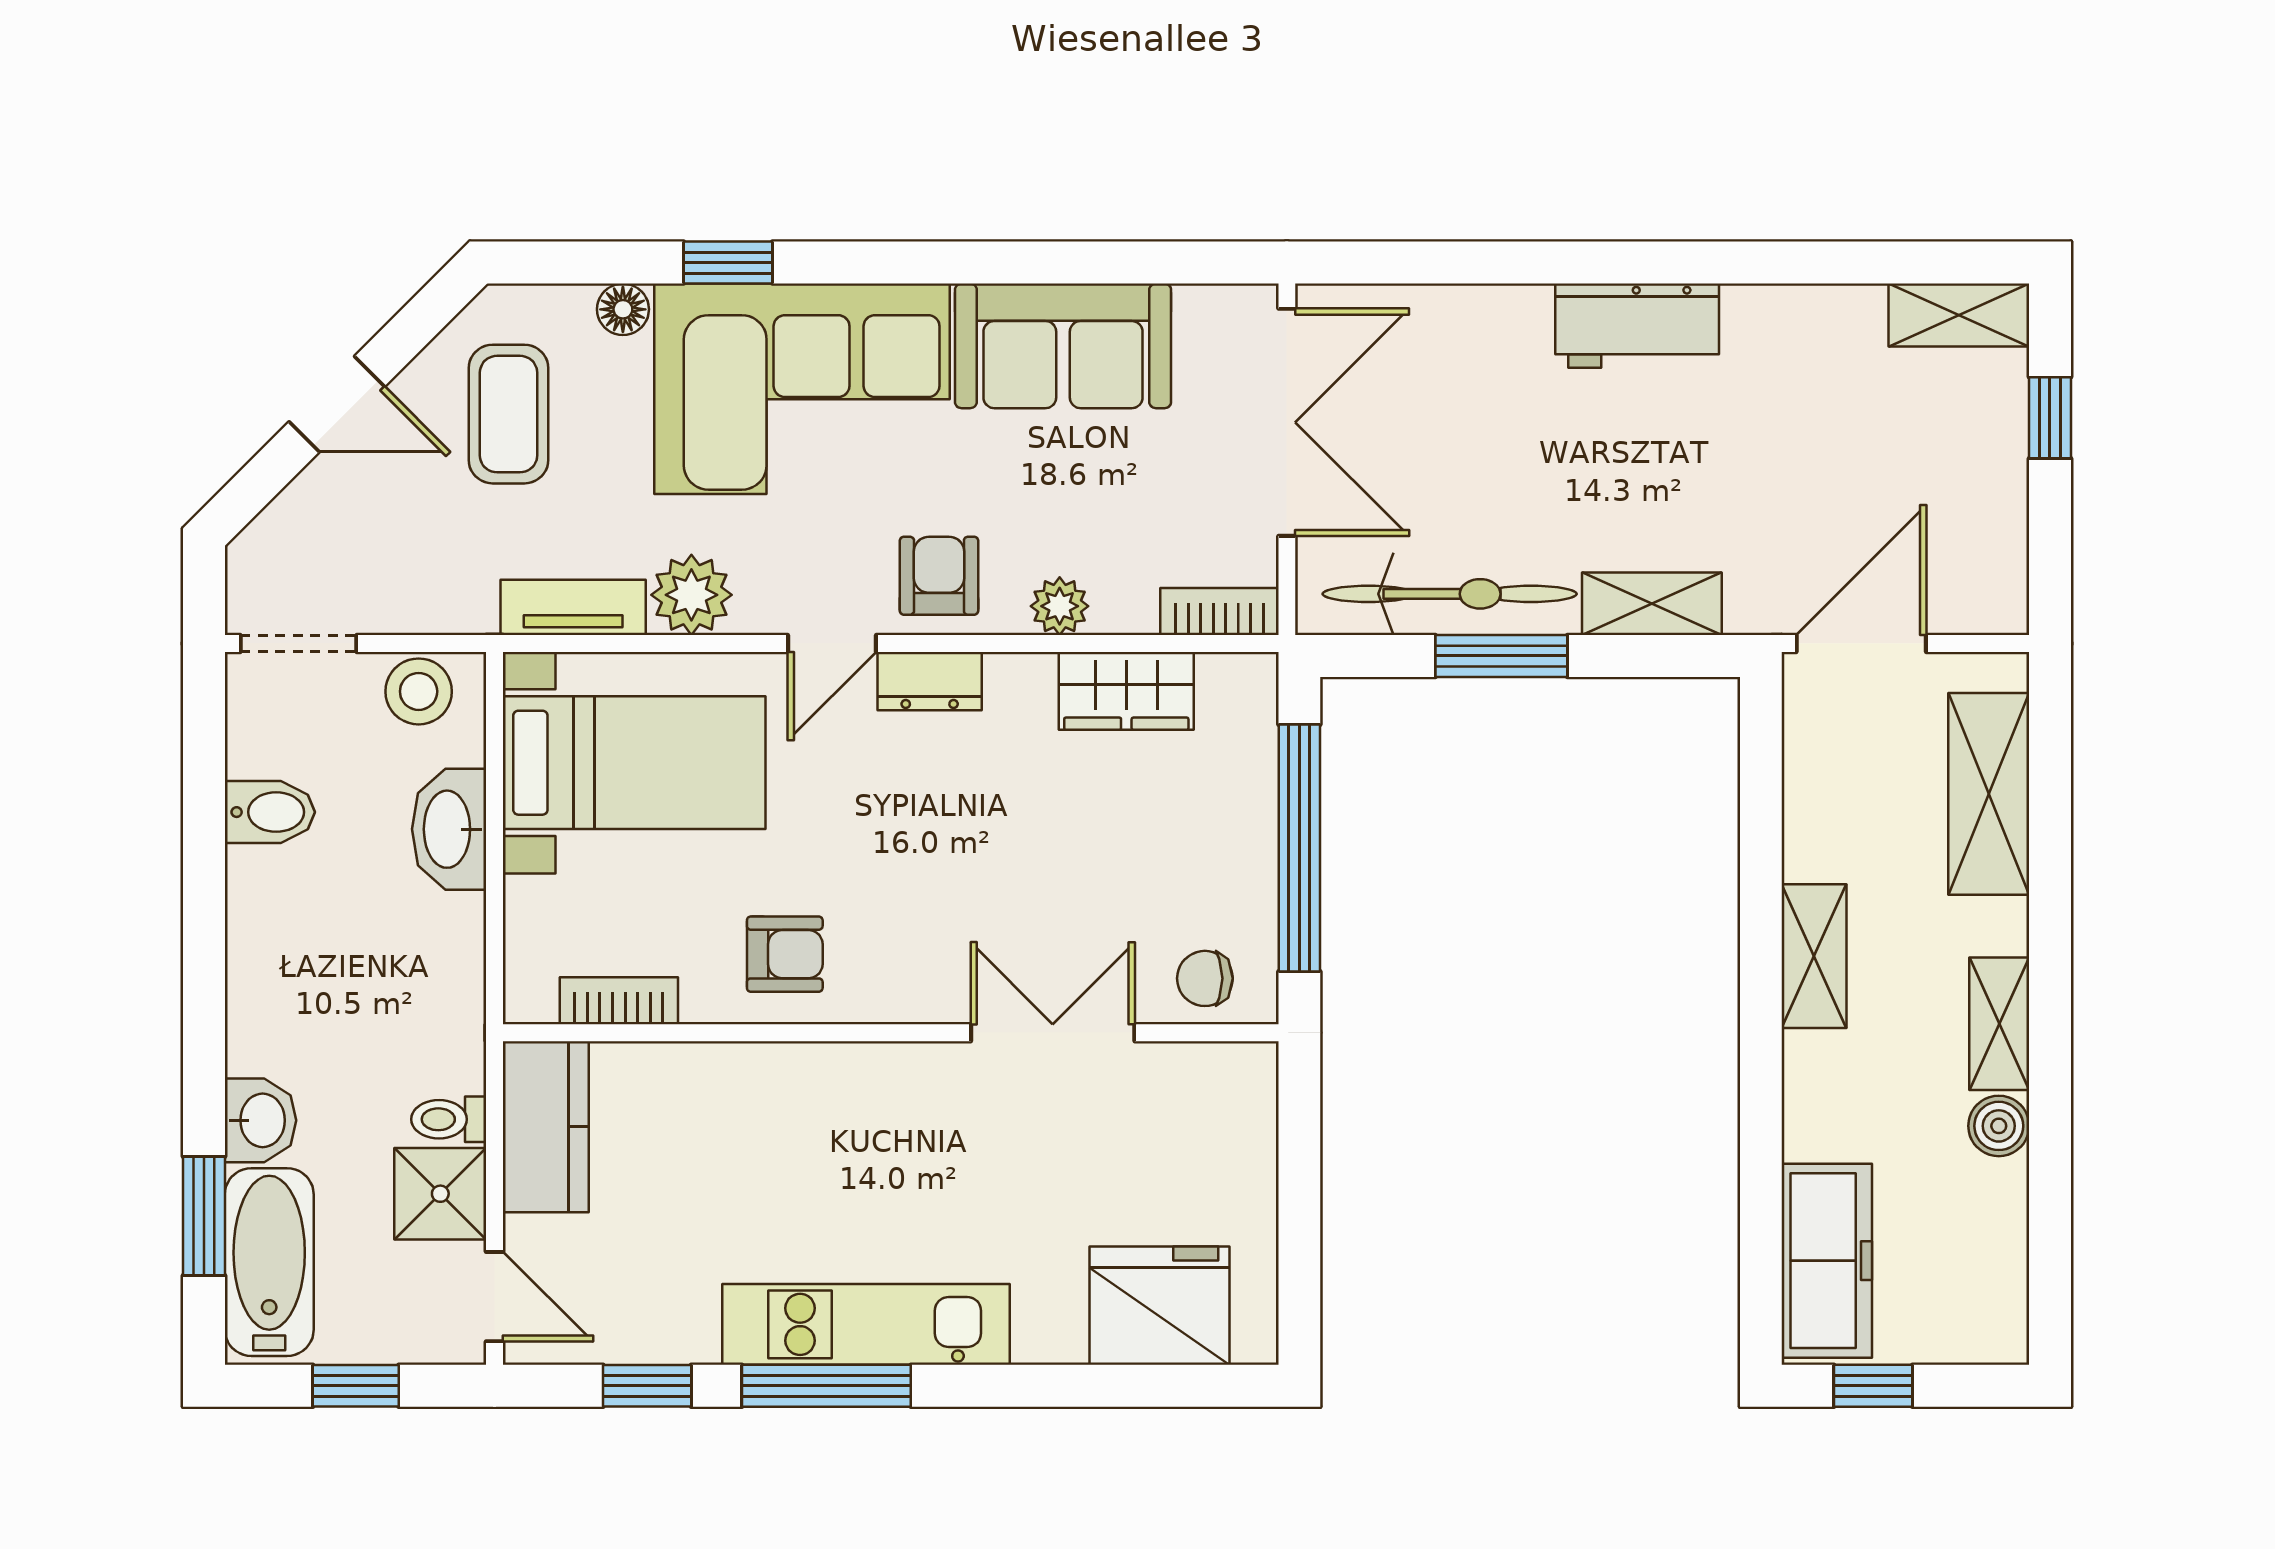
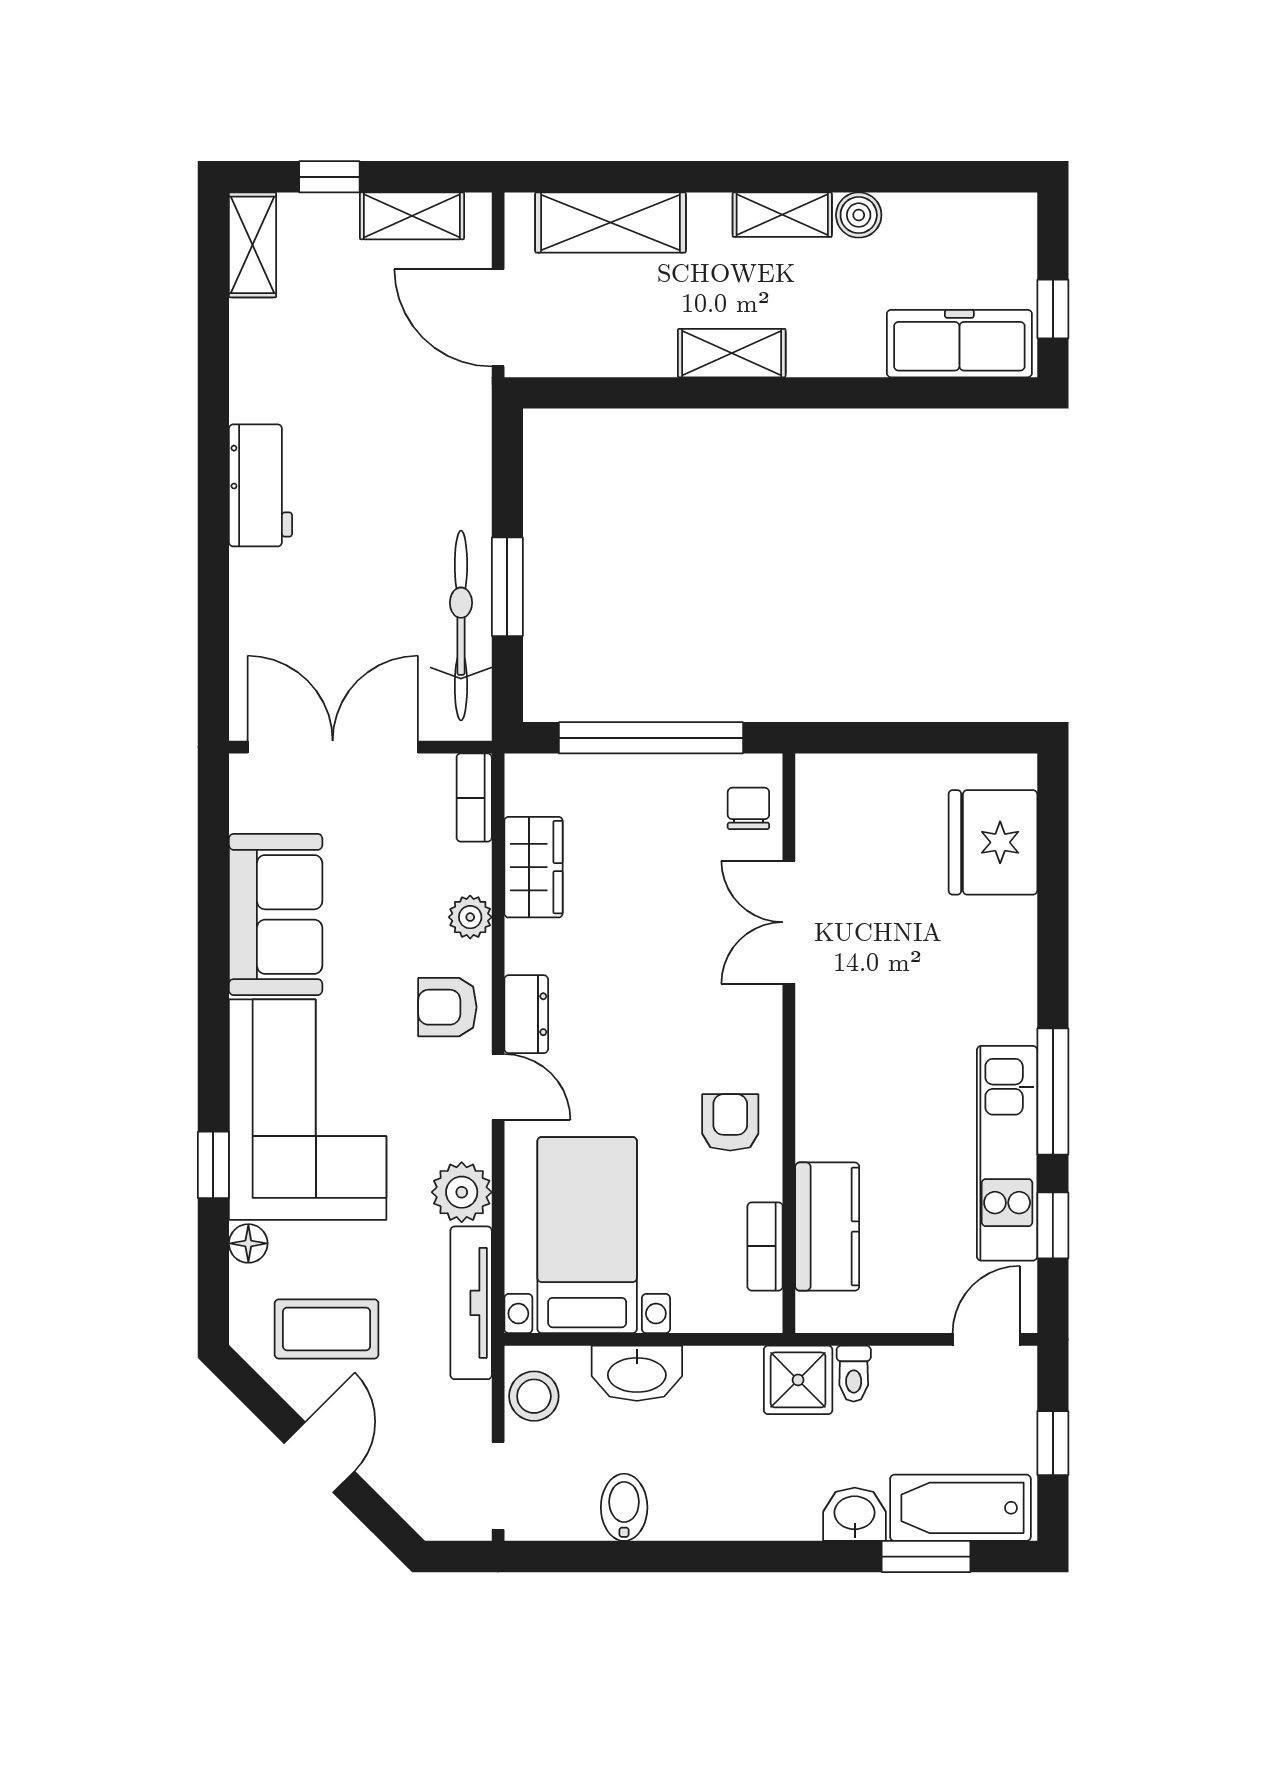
shelving: (1652, 604) -> (412, 216), moved, turned 90
tv unit: (573, 607) -> (471, 1303), width x1.41
chair: (1205, 978) -> (748, 808), turned 180
kitchen counter: (546, 1127) -> (827, 1227), moved, turned 90
shower: (440, 1194) -> (798, 1380), moved
kitchen unit: (866, 1324) -> (1007, 1153), moved

